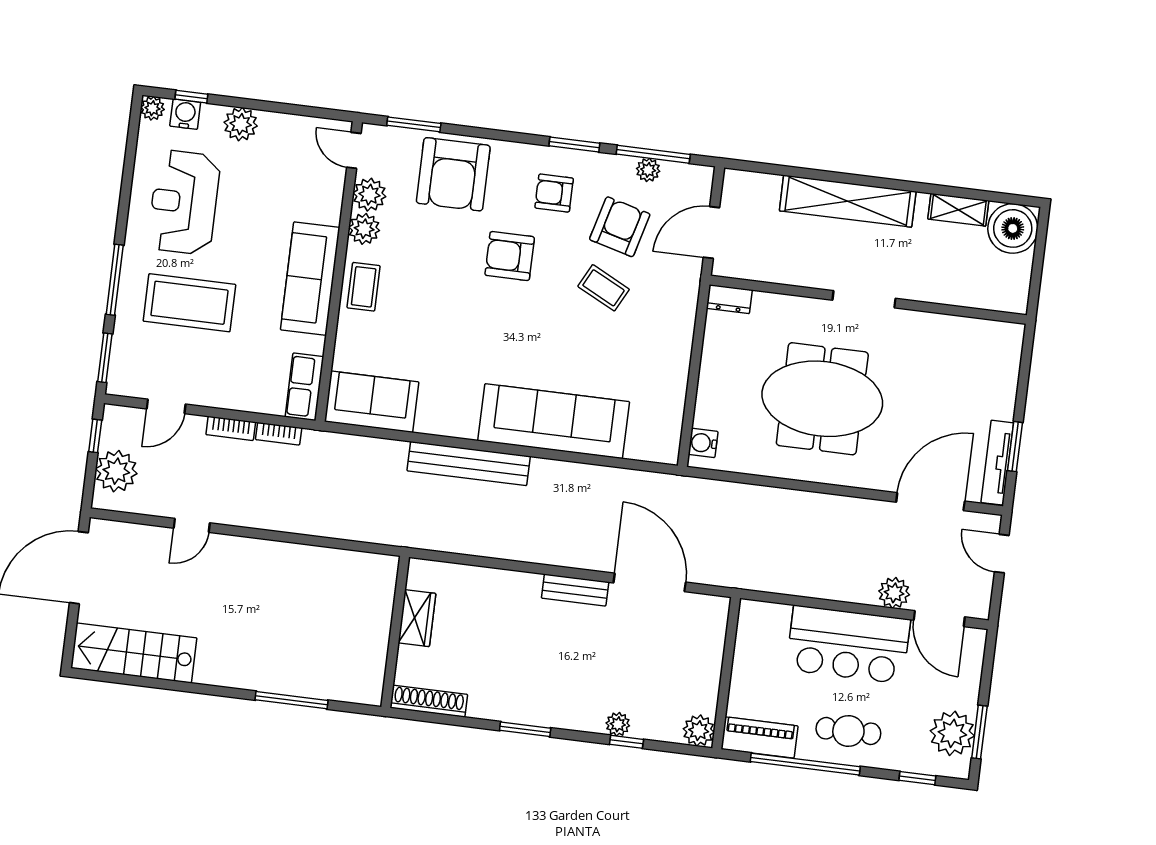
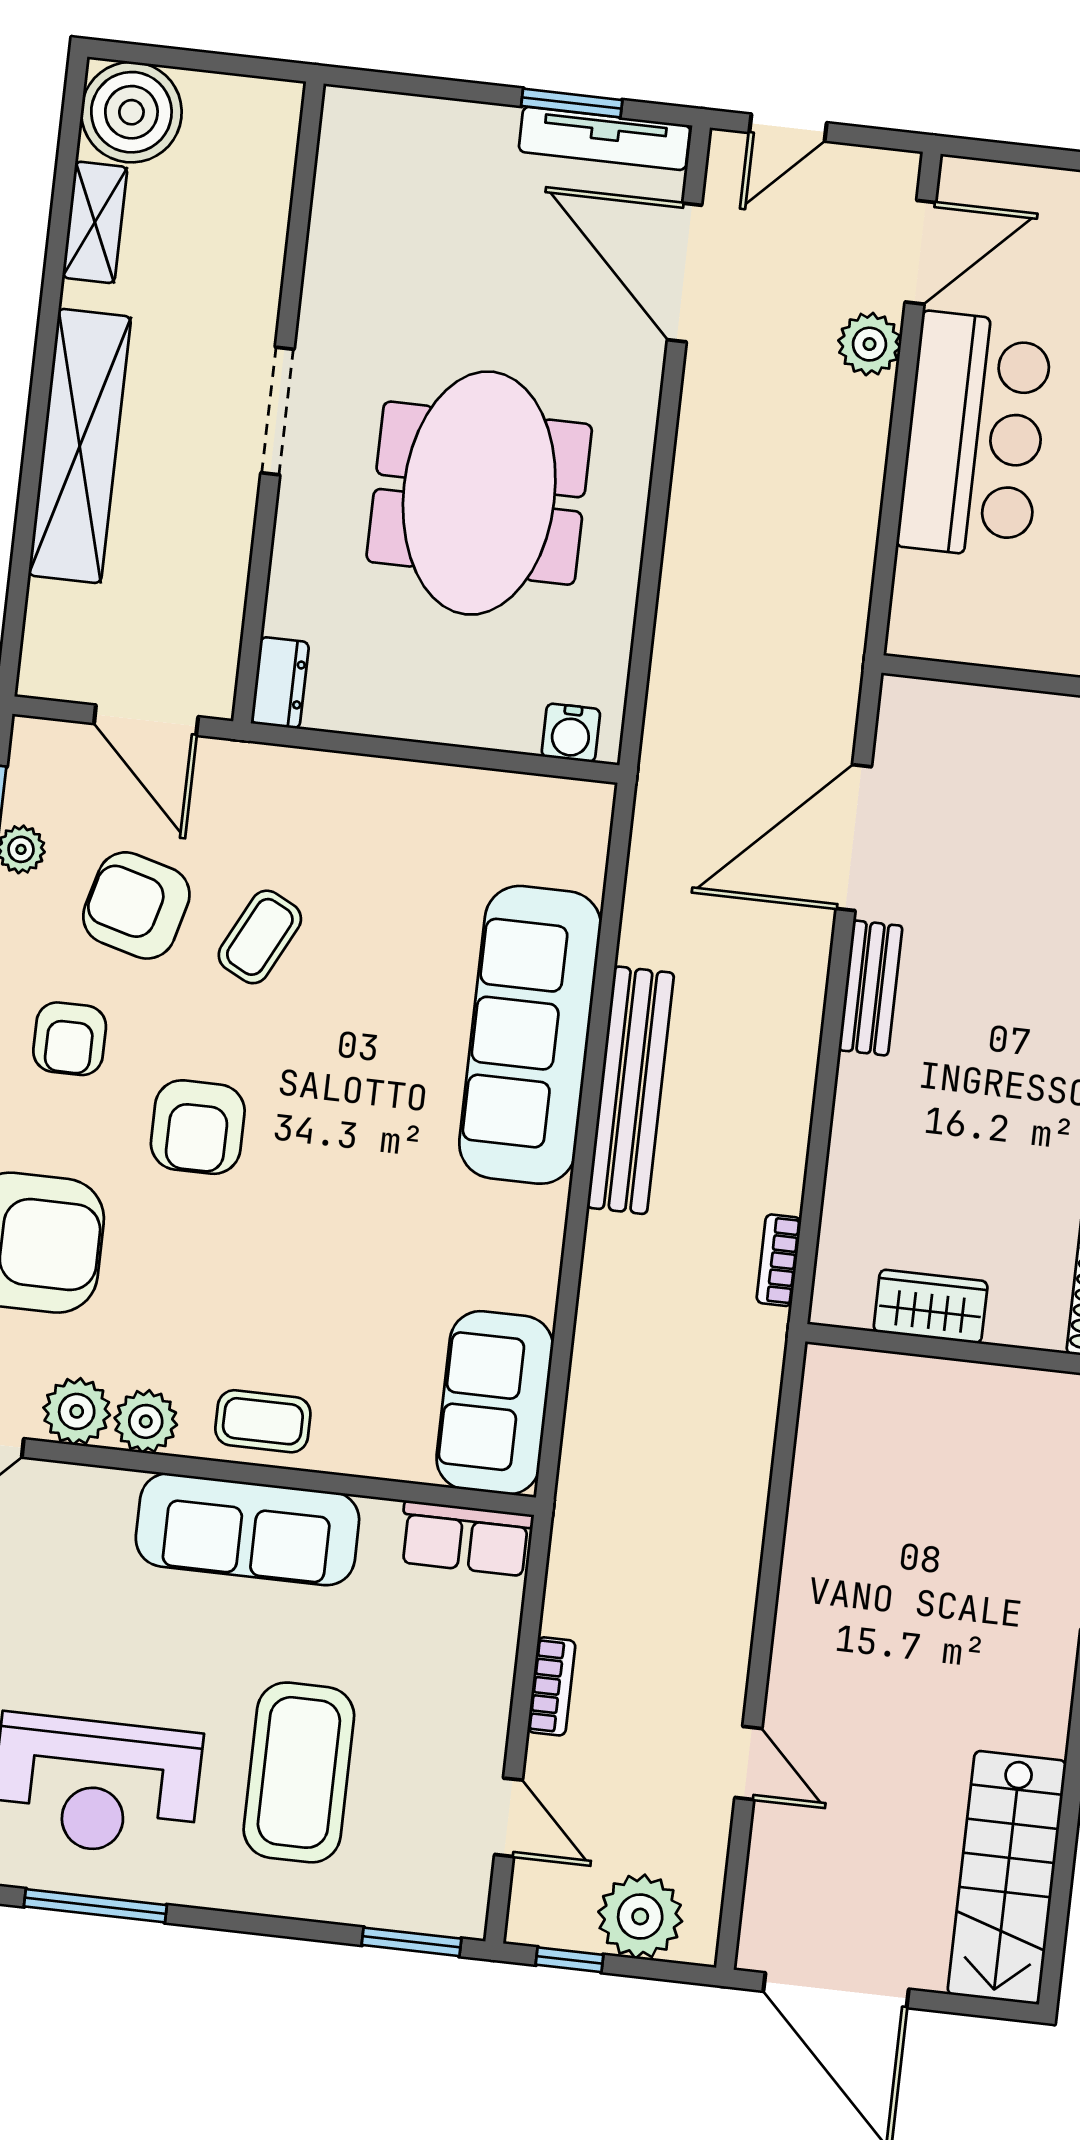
window: (115, 280) -> (95, 1906), moved
bookcase: (279, 434) -> (779, 1260), moved, turned 180
bench: (469, 464) -> (631, 1090), moved

